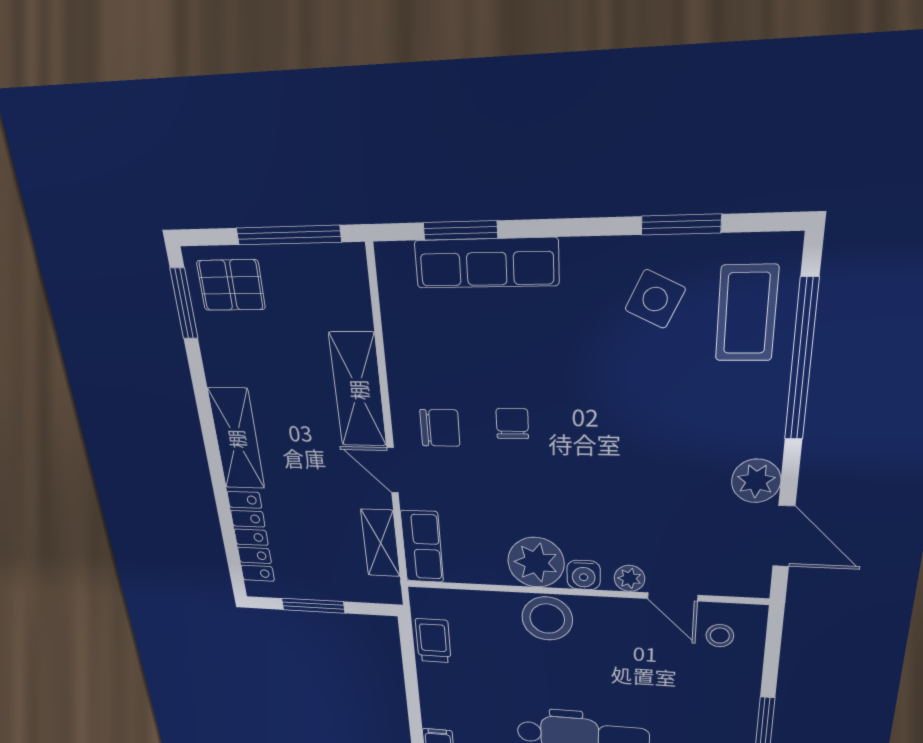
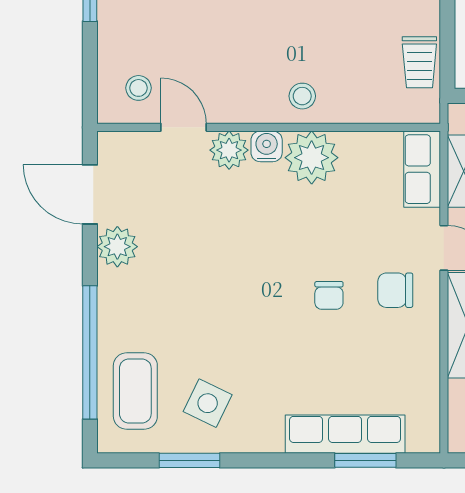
plant: (630, 578) -> (229, 150), width x1.38, depth x1.38
stool: (547, 619) -> (302, 96), width x0.53, depth x0.53

